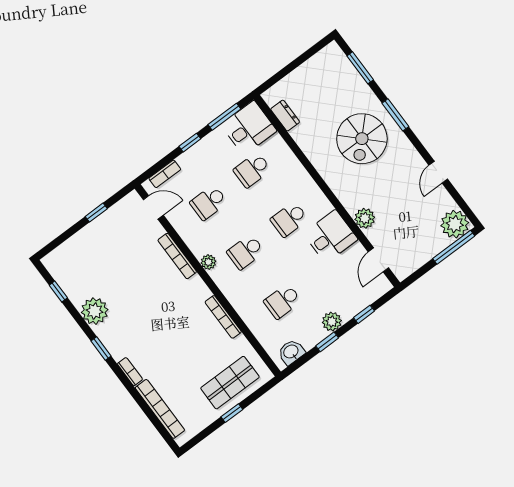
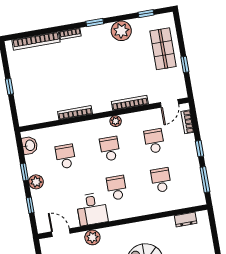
desk: (249, 128) -> (190, 192), removed
shop shelf: (230, 383) -> (163, 49), moved

